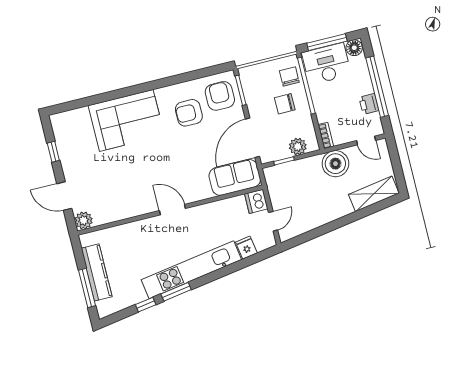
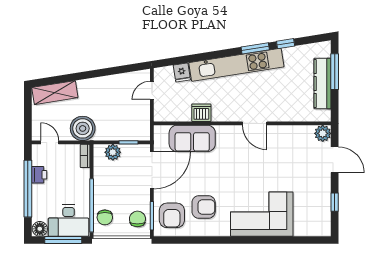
chair: (285, 104) -> (137, 219), moved, turned -90
sofa: (235, 177) -> (192, 138), moved
dishwasher: (256, 201) -> (201, 113), moved, turned -90
door: (172, 210) -> (255, 123), moved

